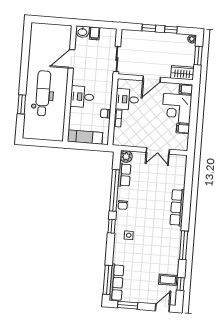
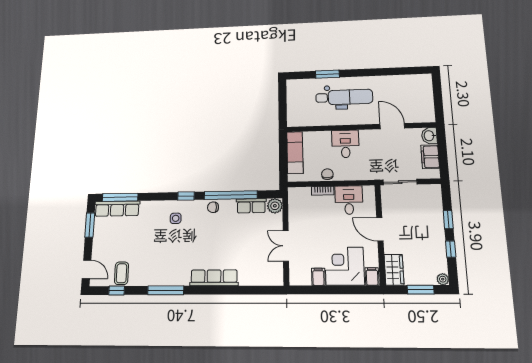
filing cabinet: (95, 33) -> (430, 157), width x2.00

